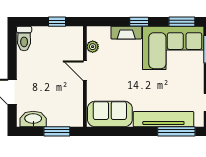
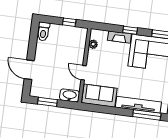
door: (85, 71) -> (84, 73), moved
washbasin: (33, 119) -> (70, 95), moved
window: (57, 131) -> (47, 102), moved

